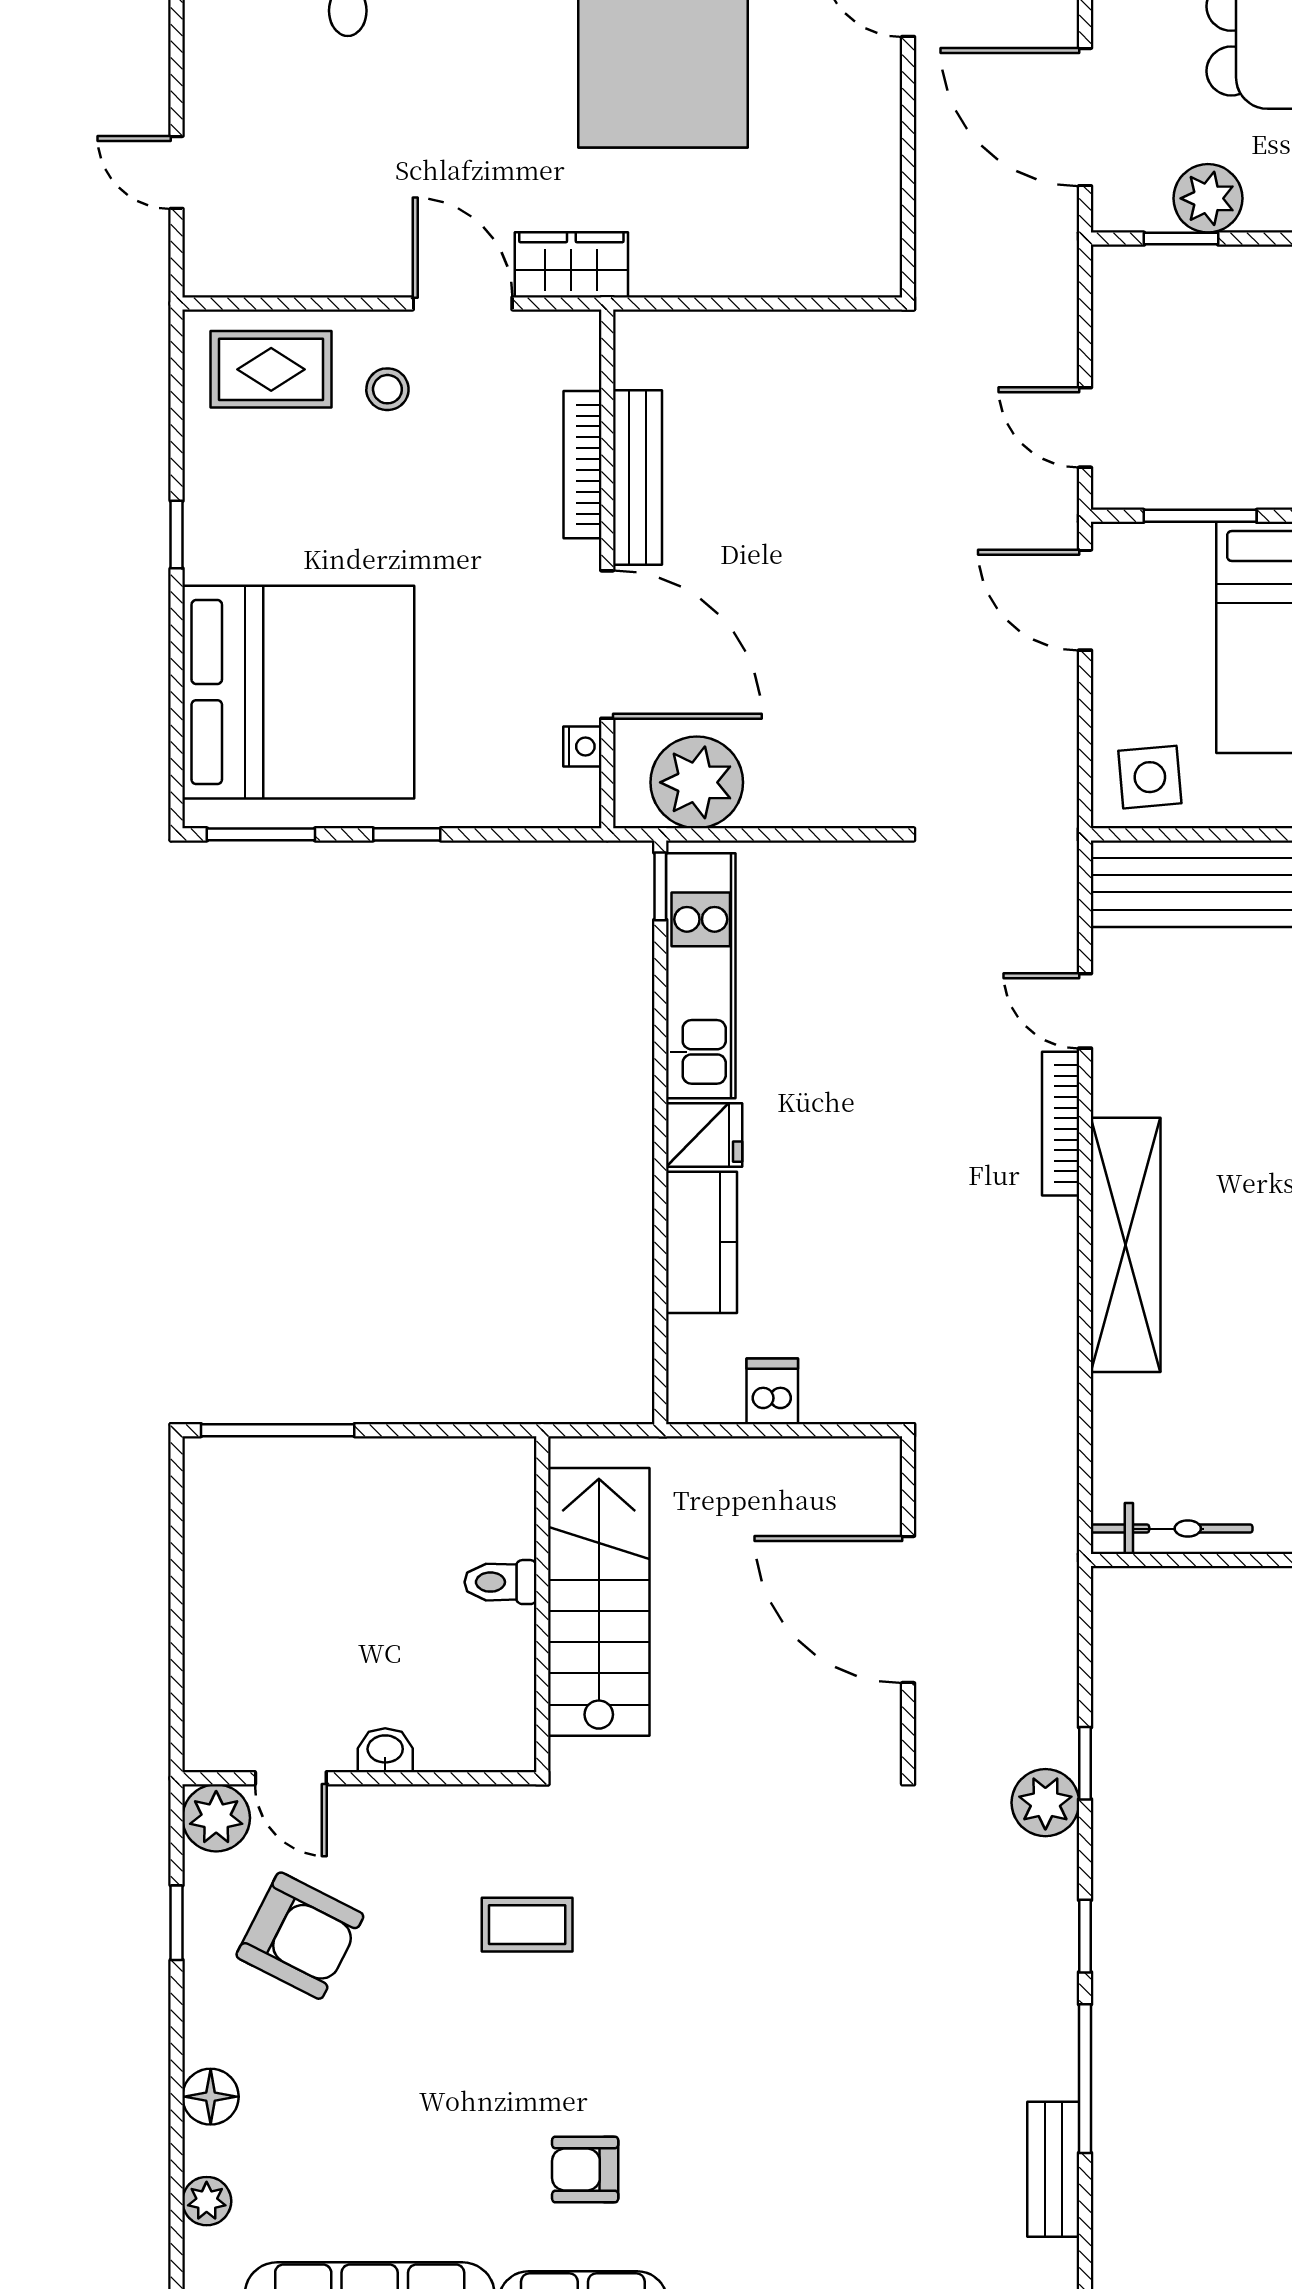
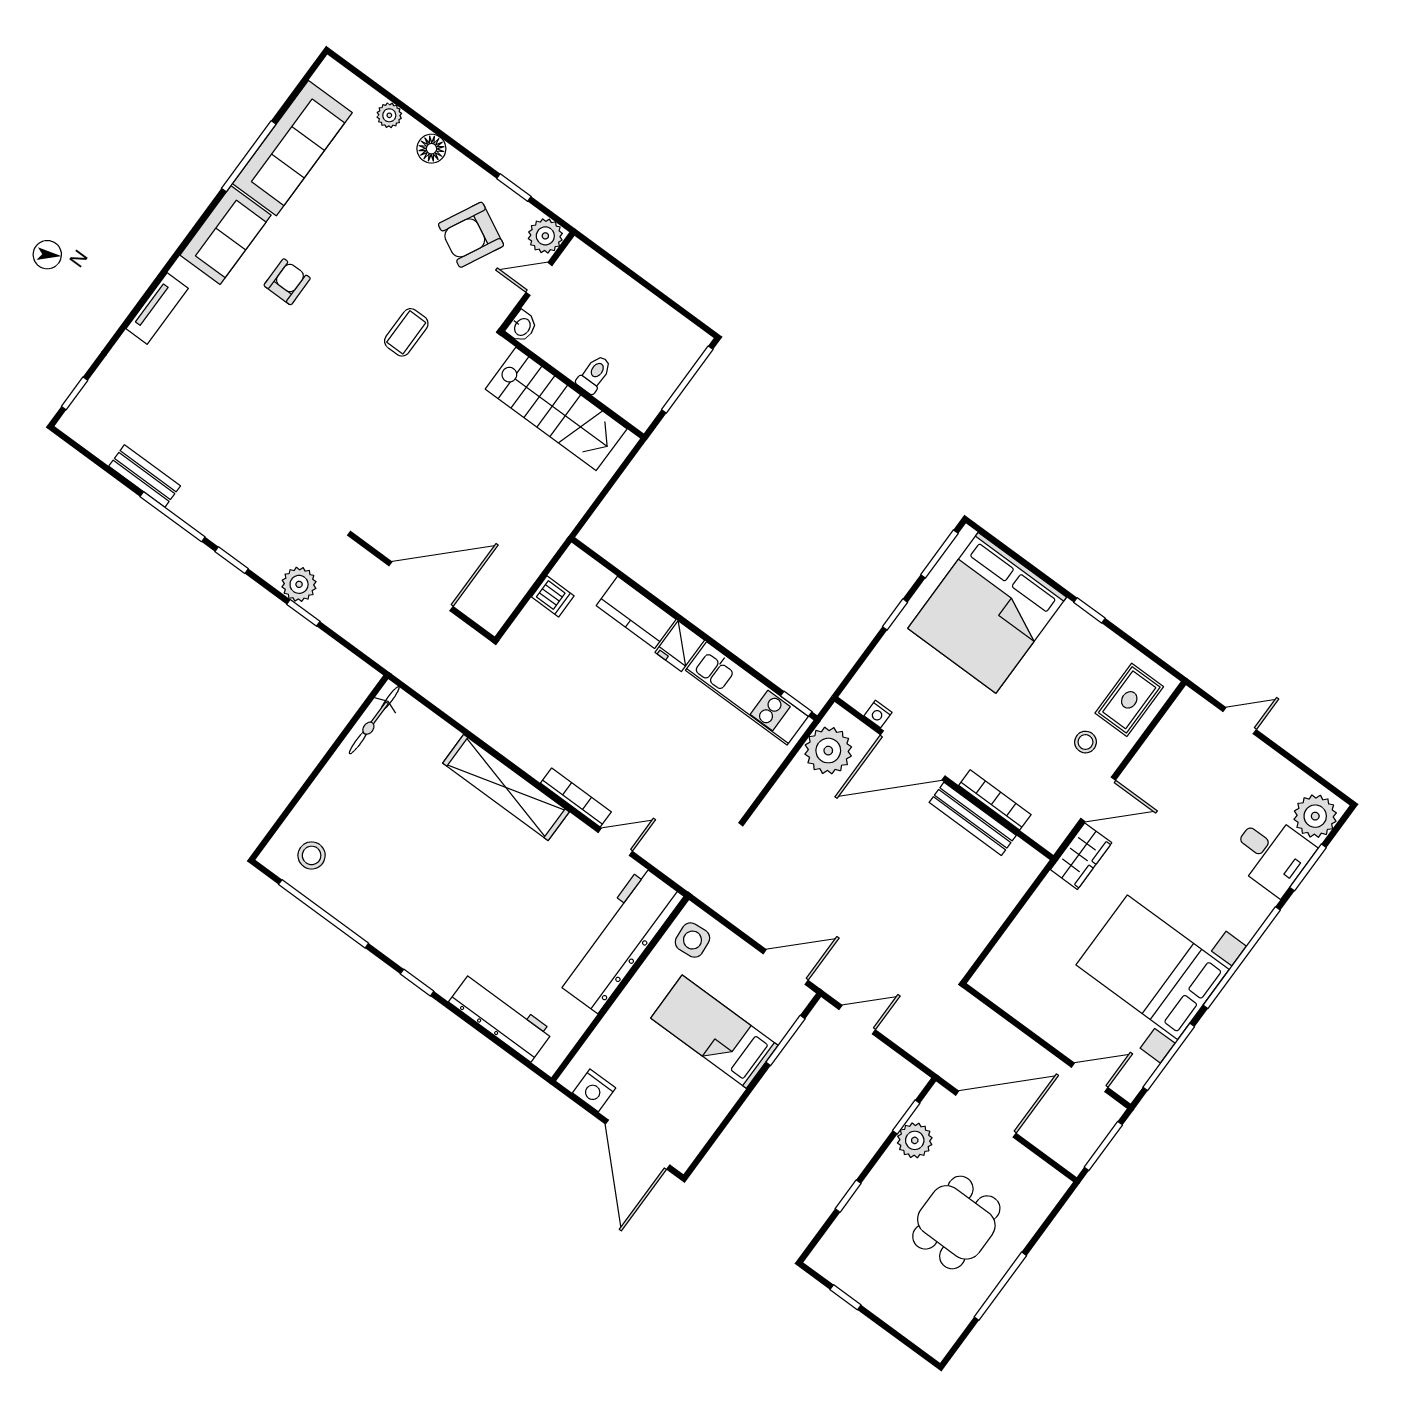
toilet: (500, 1582) -> (594, 374), moved
stairs: (599, 1602) -> (556, 409), moved
wall: (542, 1604) -> (572, 385), moved

